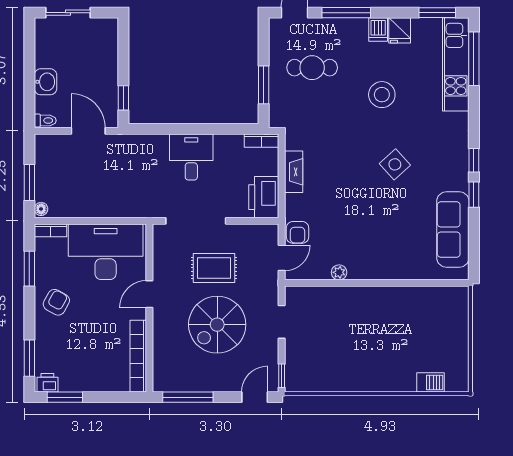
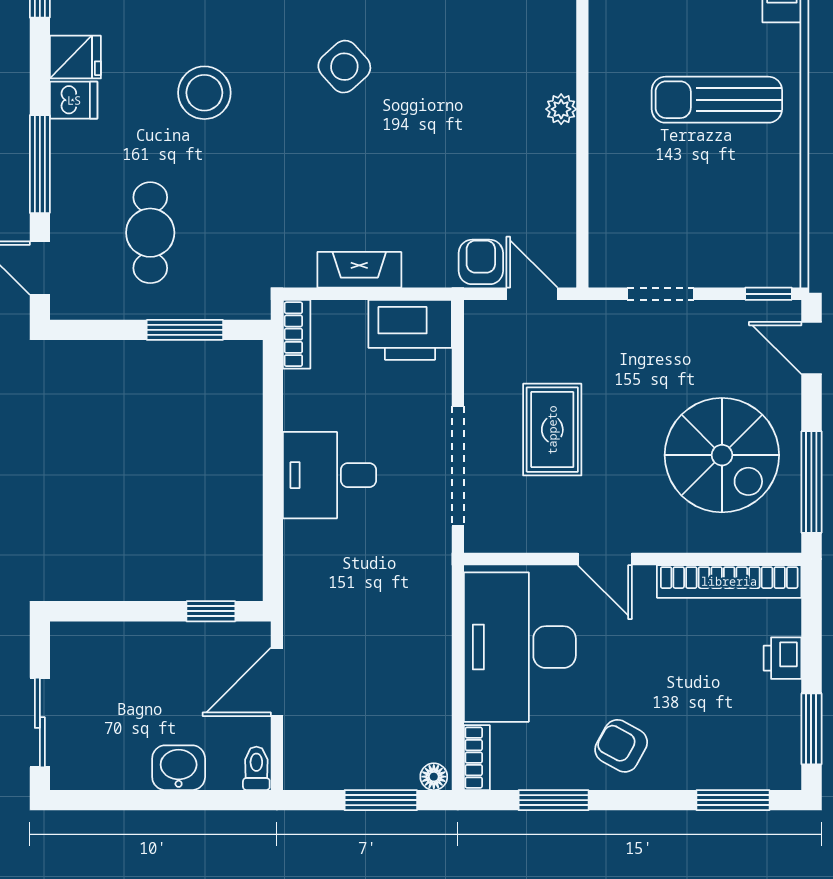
armchair: (298, 232) -> (481, 262), turned -90
plant: (339, 272) -> (561, 109), moved
spiral stairs: (217, 325) -> (722, 455), moved
sun lounger: (378, 350) -> (717, 100), added
printer: (47, 383) -> (782, 658), moved

